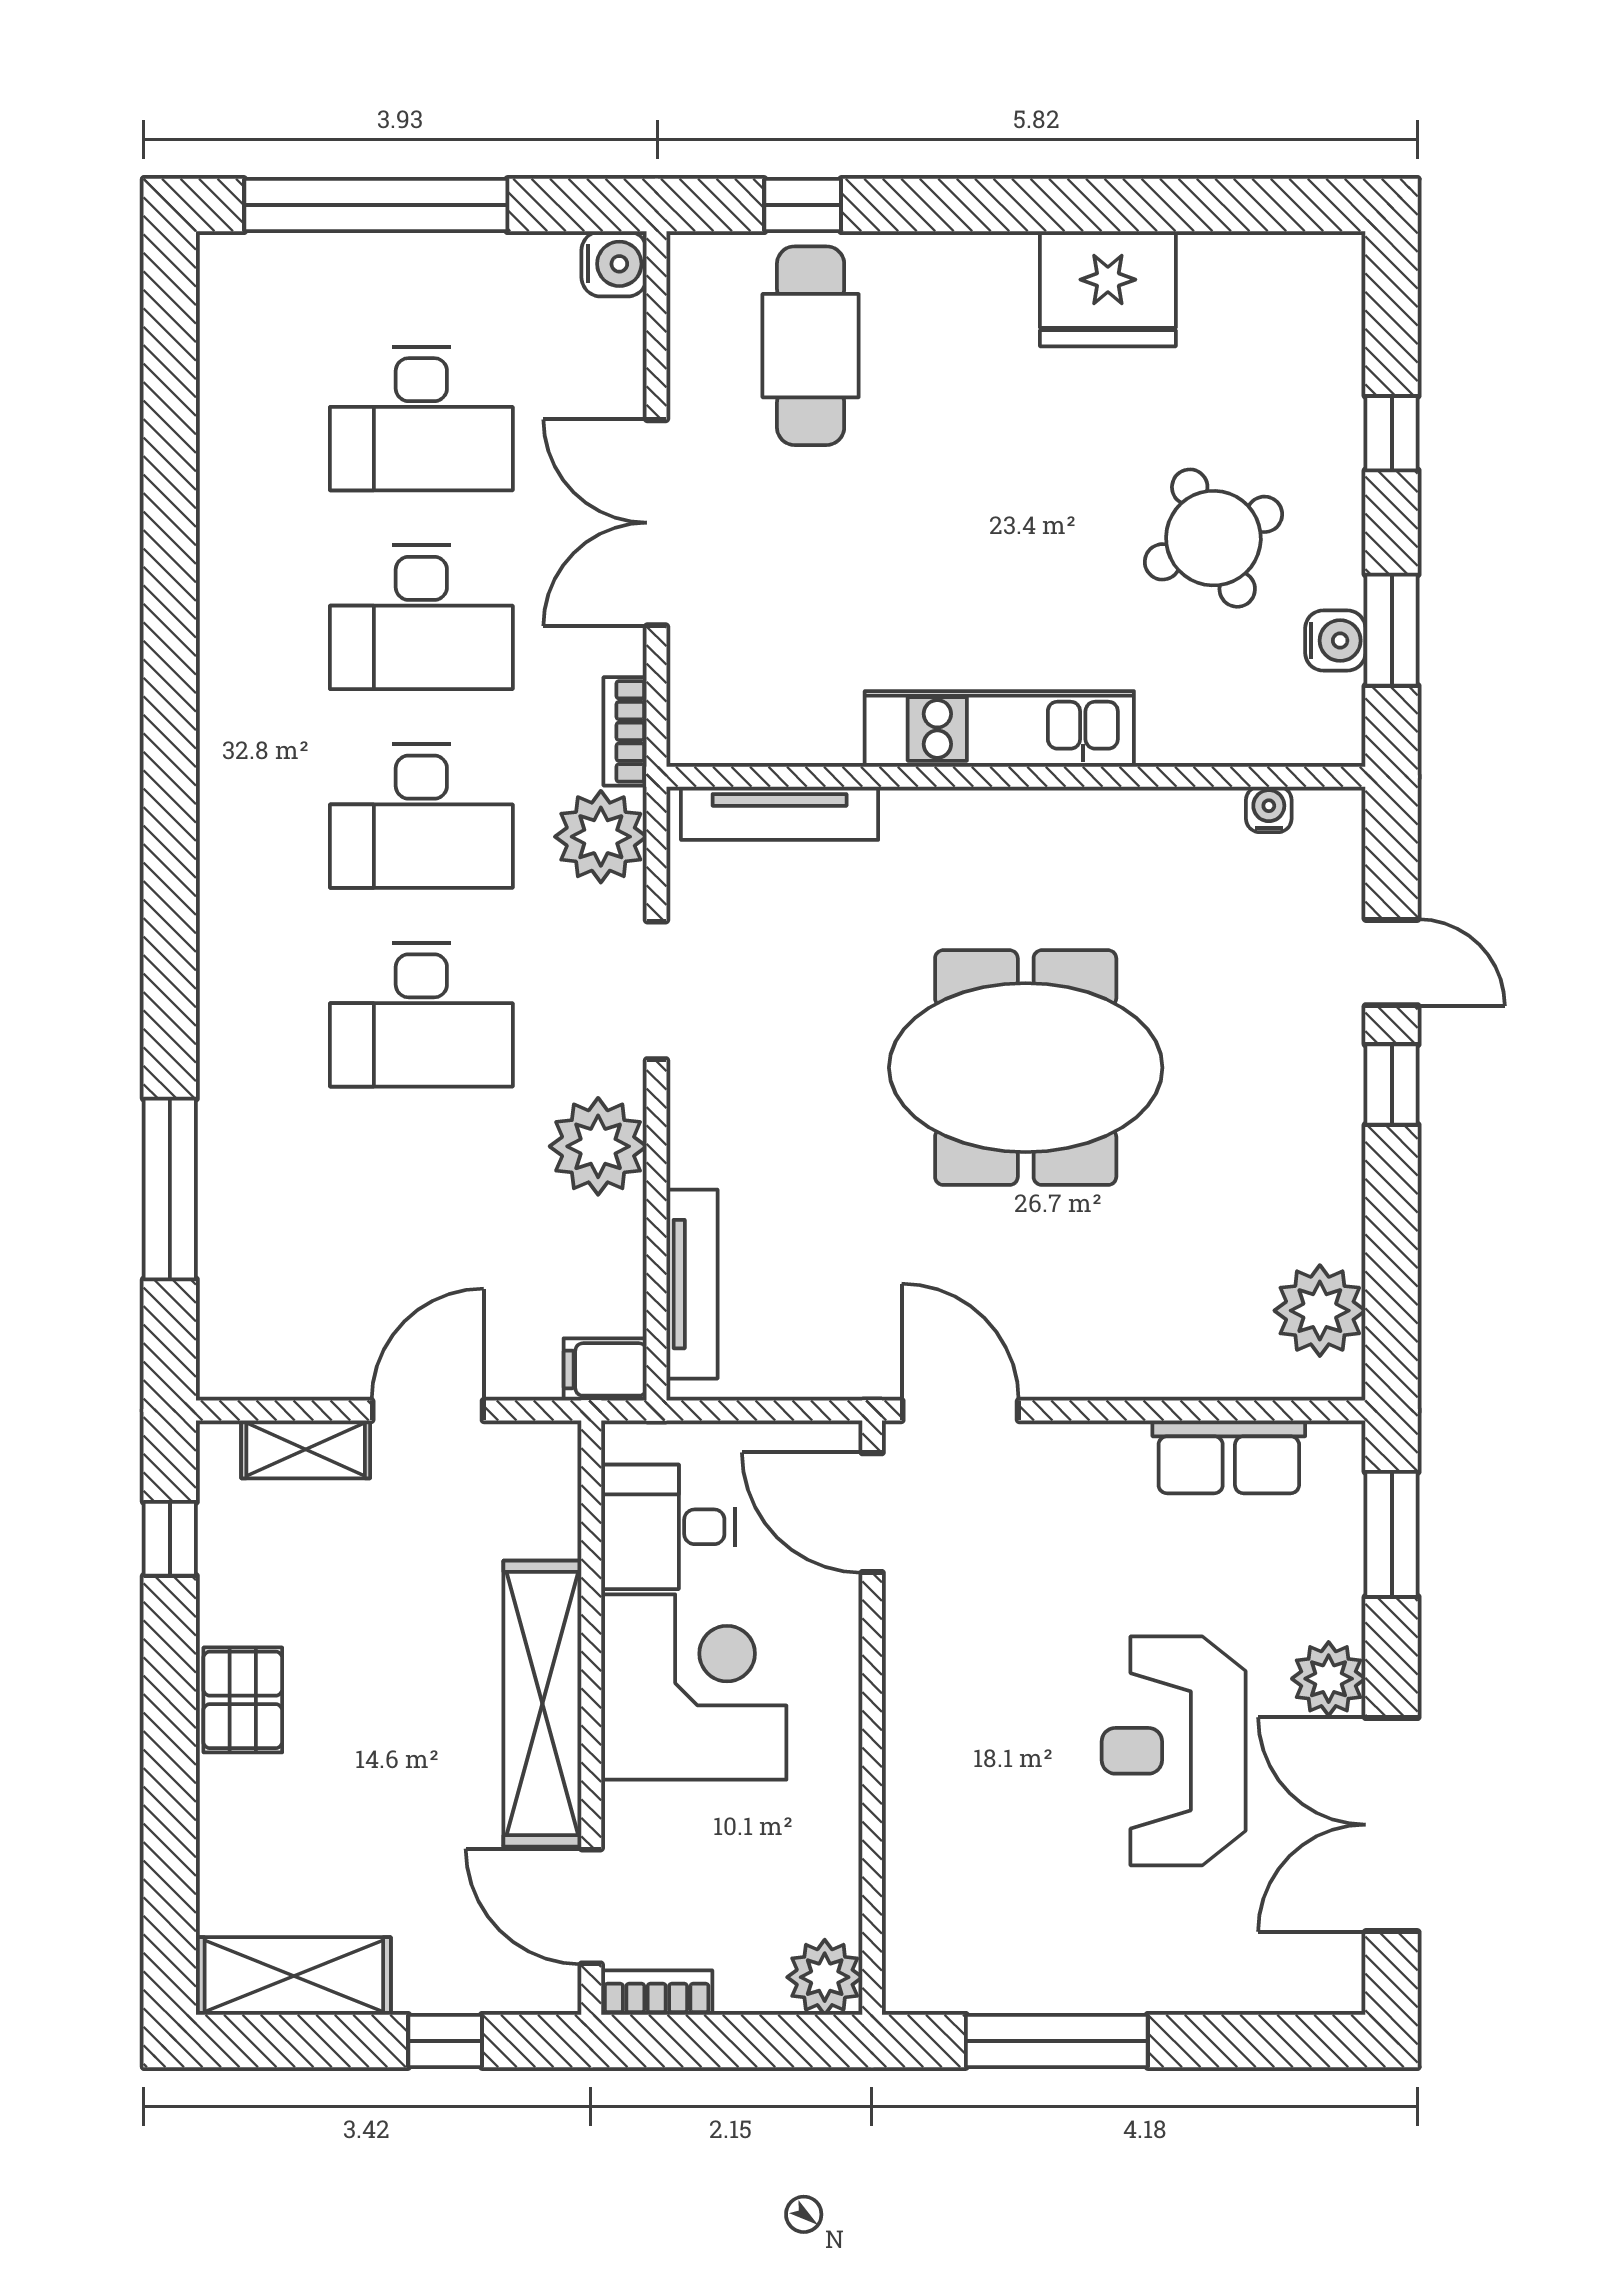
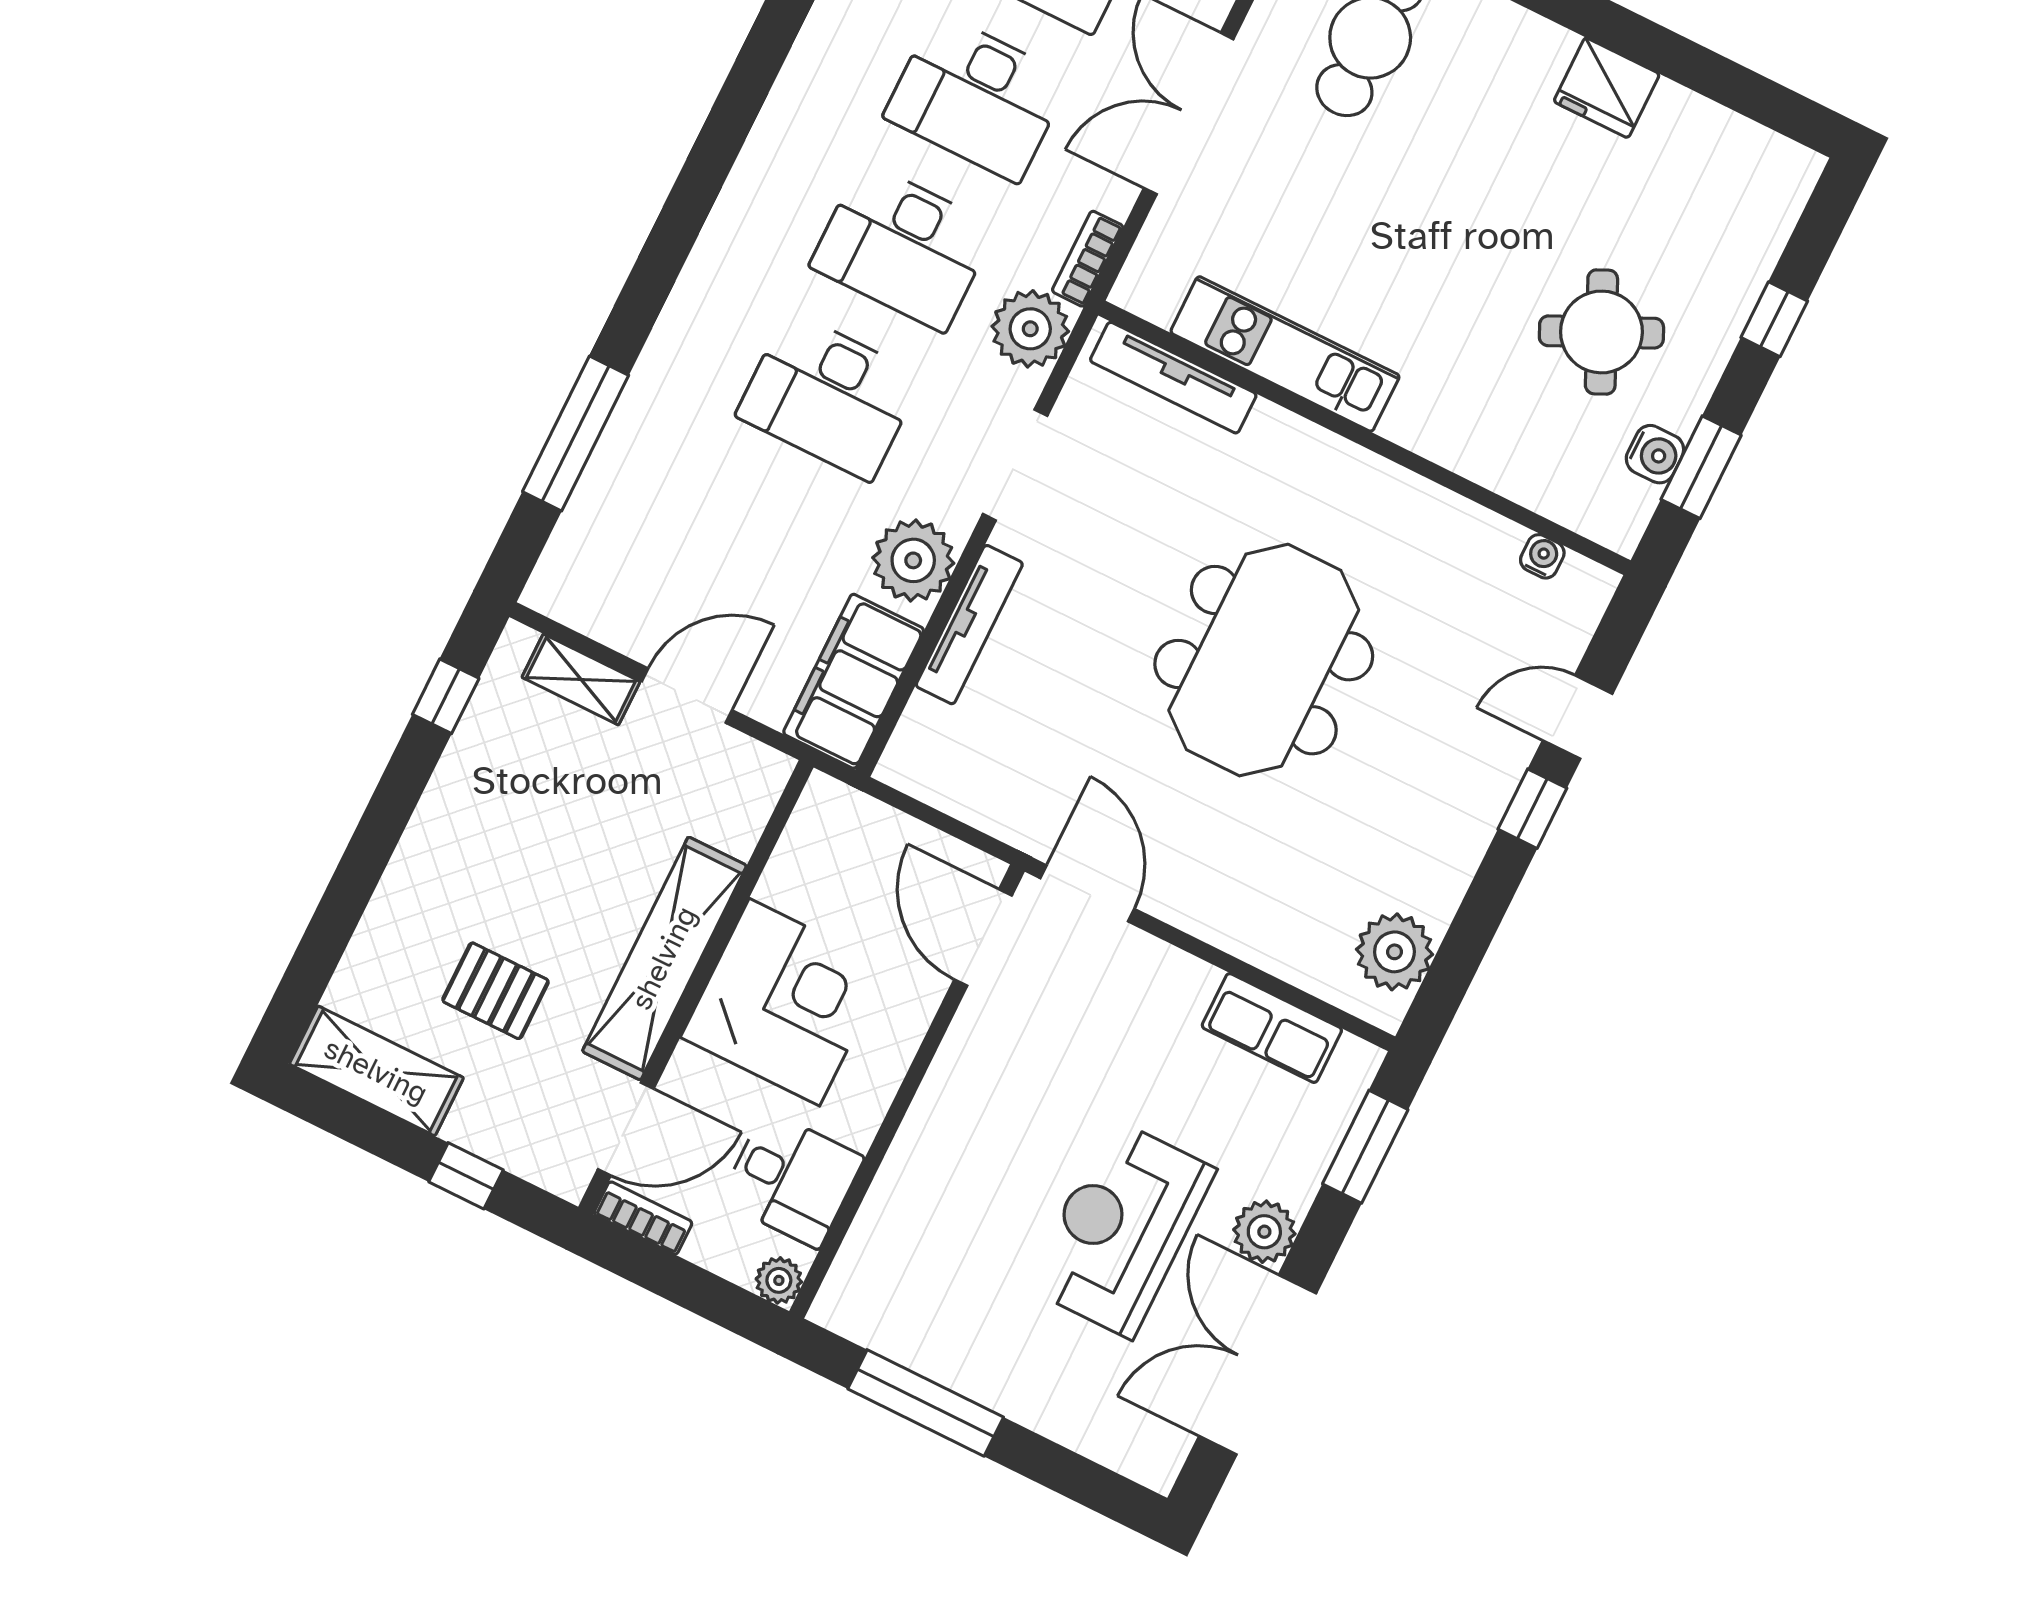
fridge: (1108, 289) -> (1607, 88), width x0.73, depth x0.75
kitchen unit: (999, 729) -> (1285, 354), moved
door: (1392, 963) -> (1578, 717), swing flipped
meeting table: (1026, 1068) -> (1264, 660), turned 90
tv unit: (692, 1284) -> (969, 625), moved
filing cabinet: (605, 1369) -> (854, 681), width x3.00, depth x1.17
desk: (668, 1527) -> (792, 1179), moved, turned 180
pallet: (243, 1700) -> (496, 991), moved, turned 90
door: (591, 1906) -> (626, 1129), swing flipped
plant: (825, 1977) -> (779, 1280), width x0.73, depth x0.73

